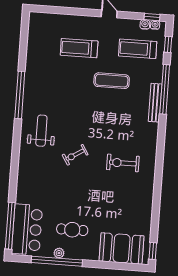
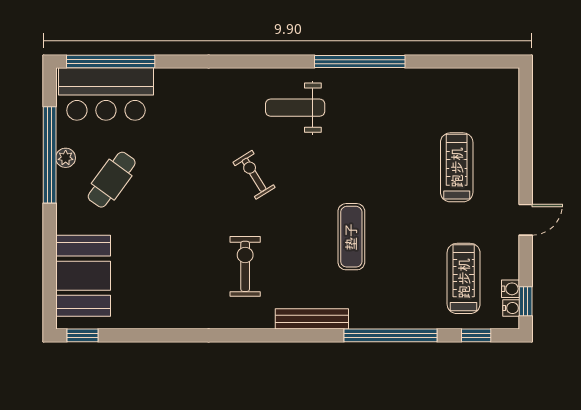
exercise mat: (112, 81) -> (351, 237), moved
bench: (155, 103) -> (312, 319), moved
weight bench: (41, 131) -> (295, 108), turned 180
cafe table: (72, 230) -> (112, 180), turned 36

